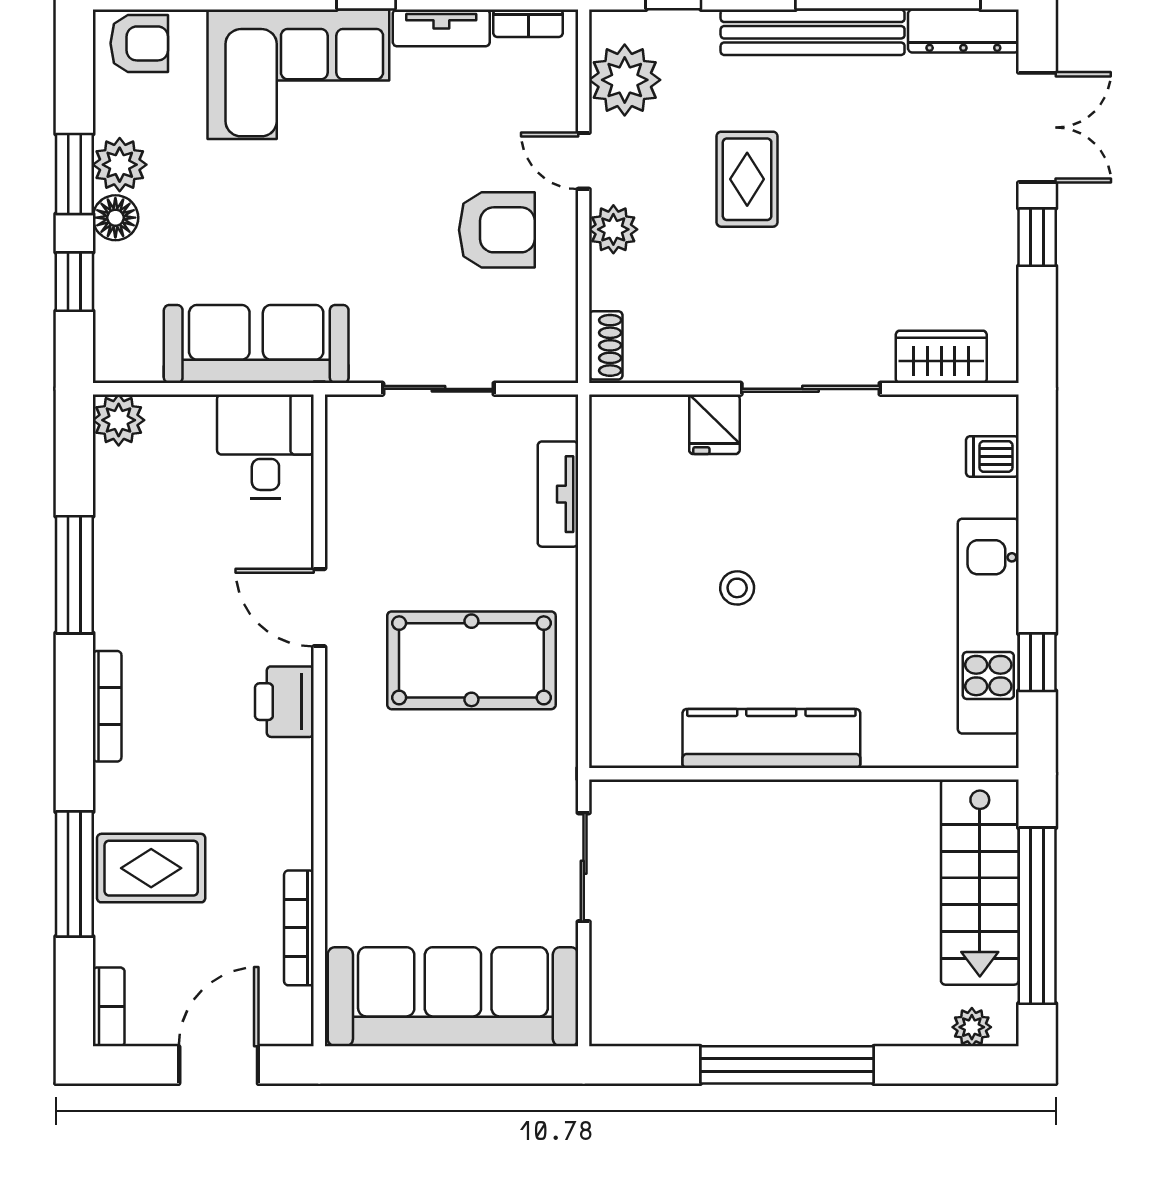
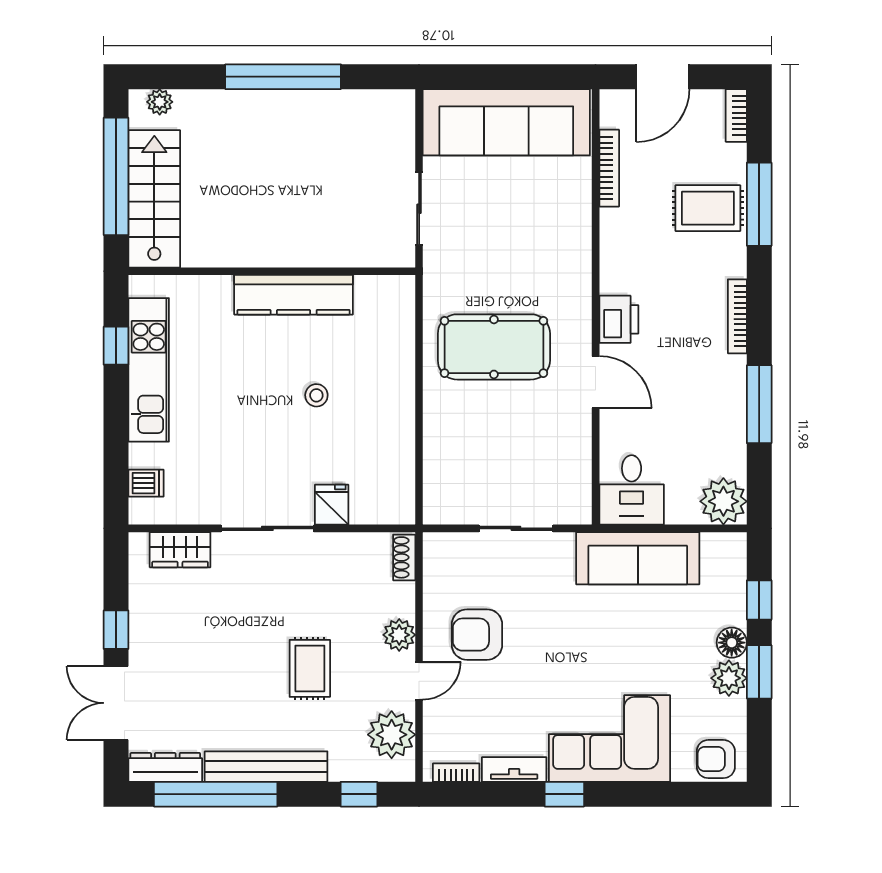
door: (584, 161) -> (419, 681), hinge flipped
plant: (119, 420) -> (723, 501), width x1.36, depth x1.36
tv unit: (558, 494) -> (436, 458), removed

